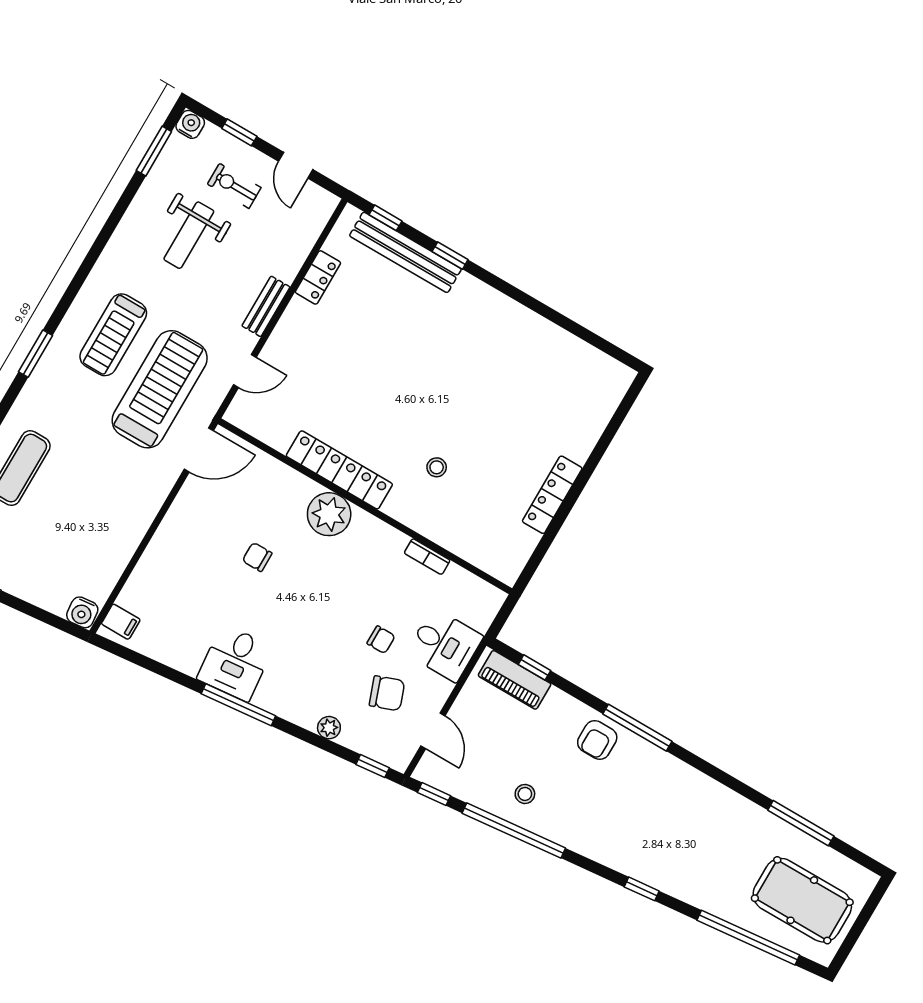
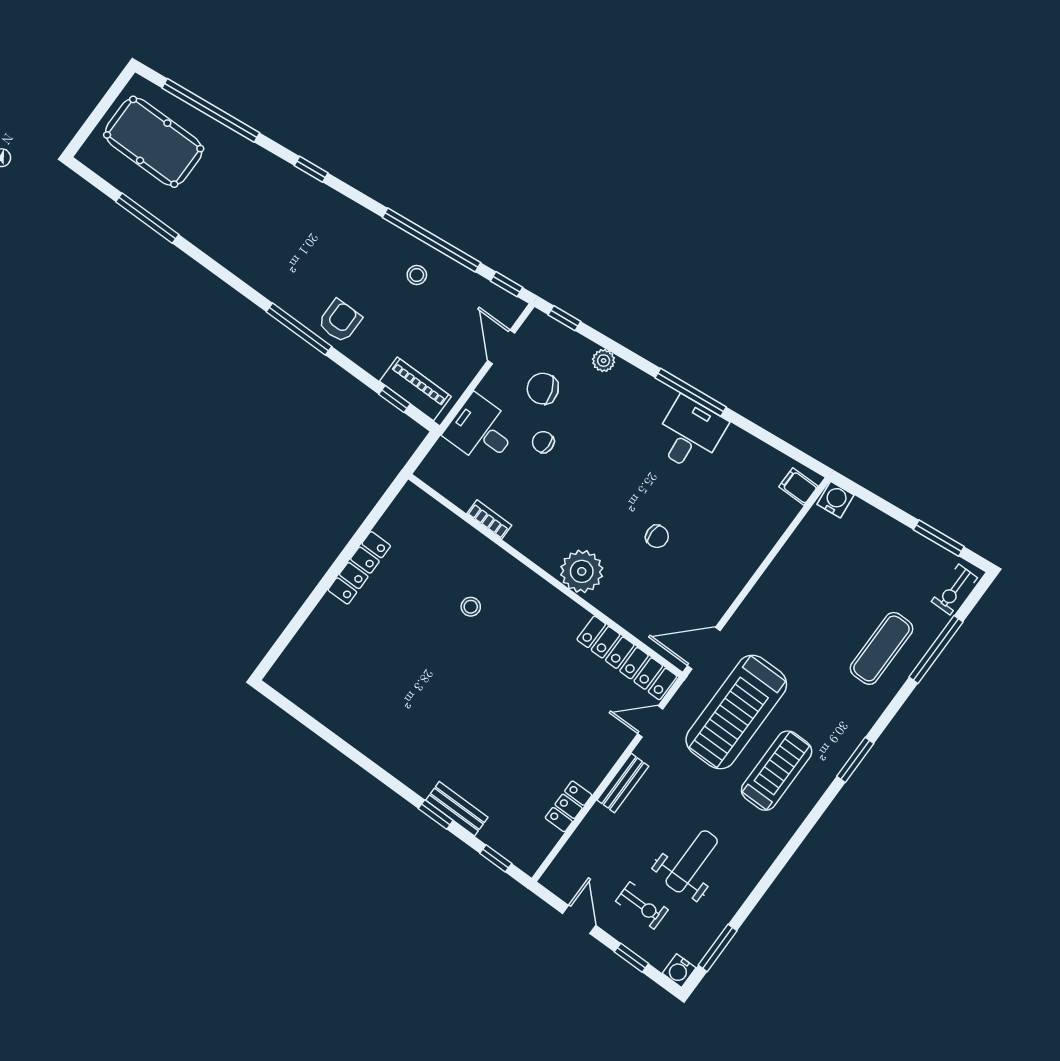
bench: (405, 252) -> (457, 809), width x0.54, depth x0.82
locker: (339, 470) -> (627, 658), moved

